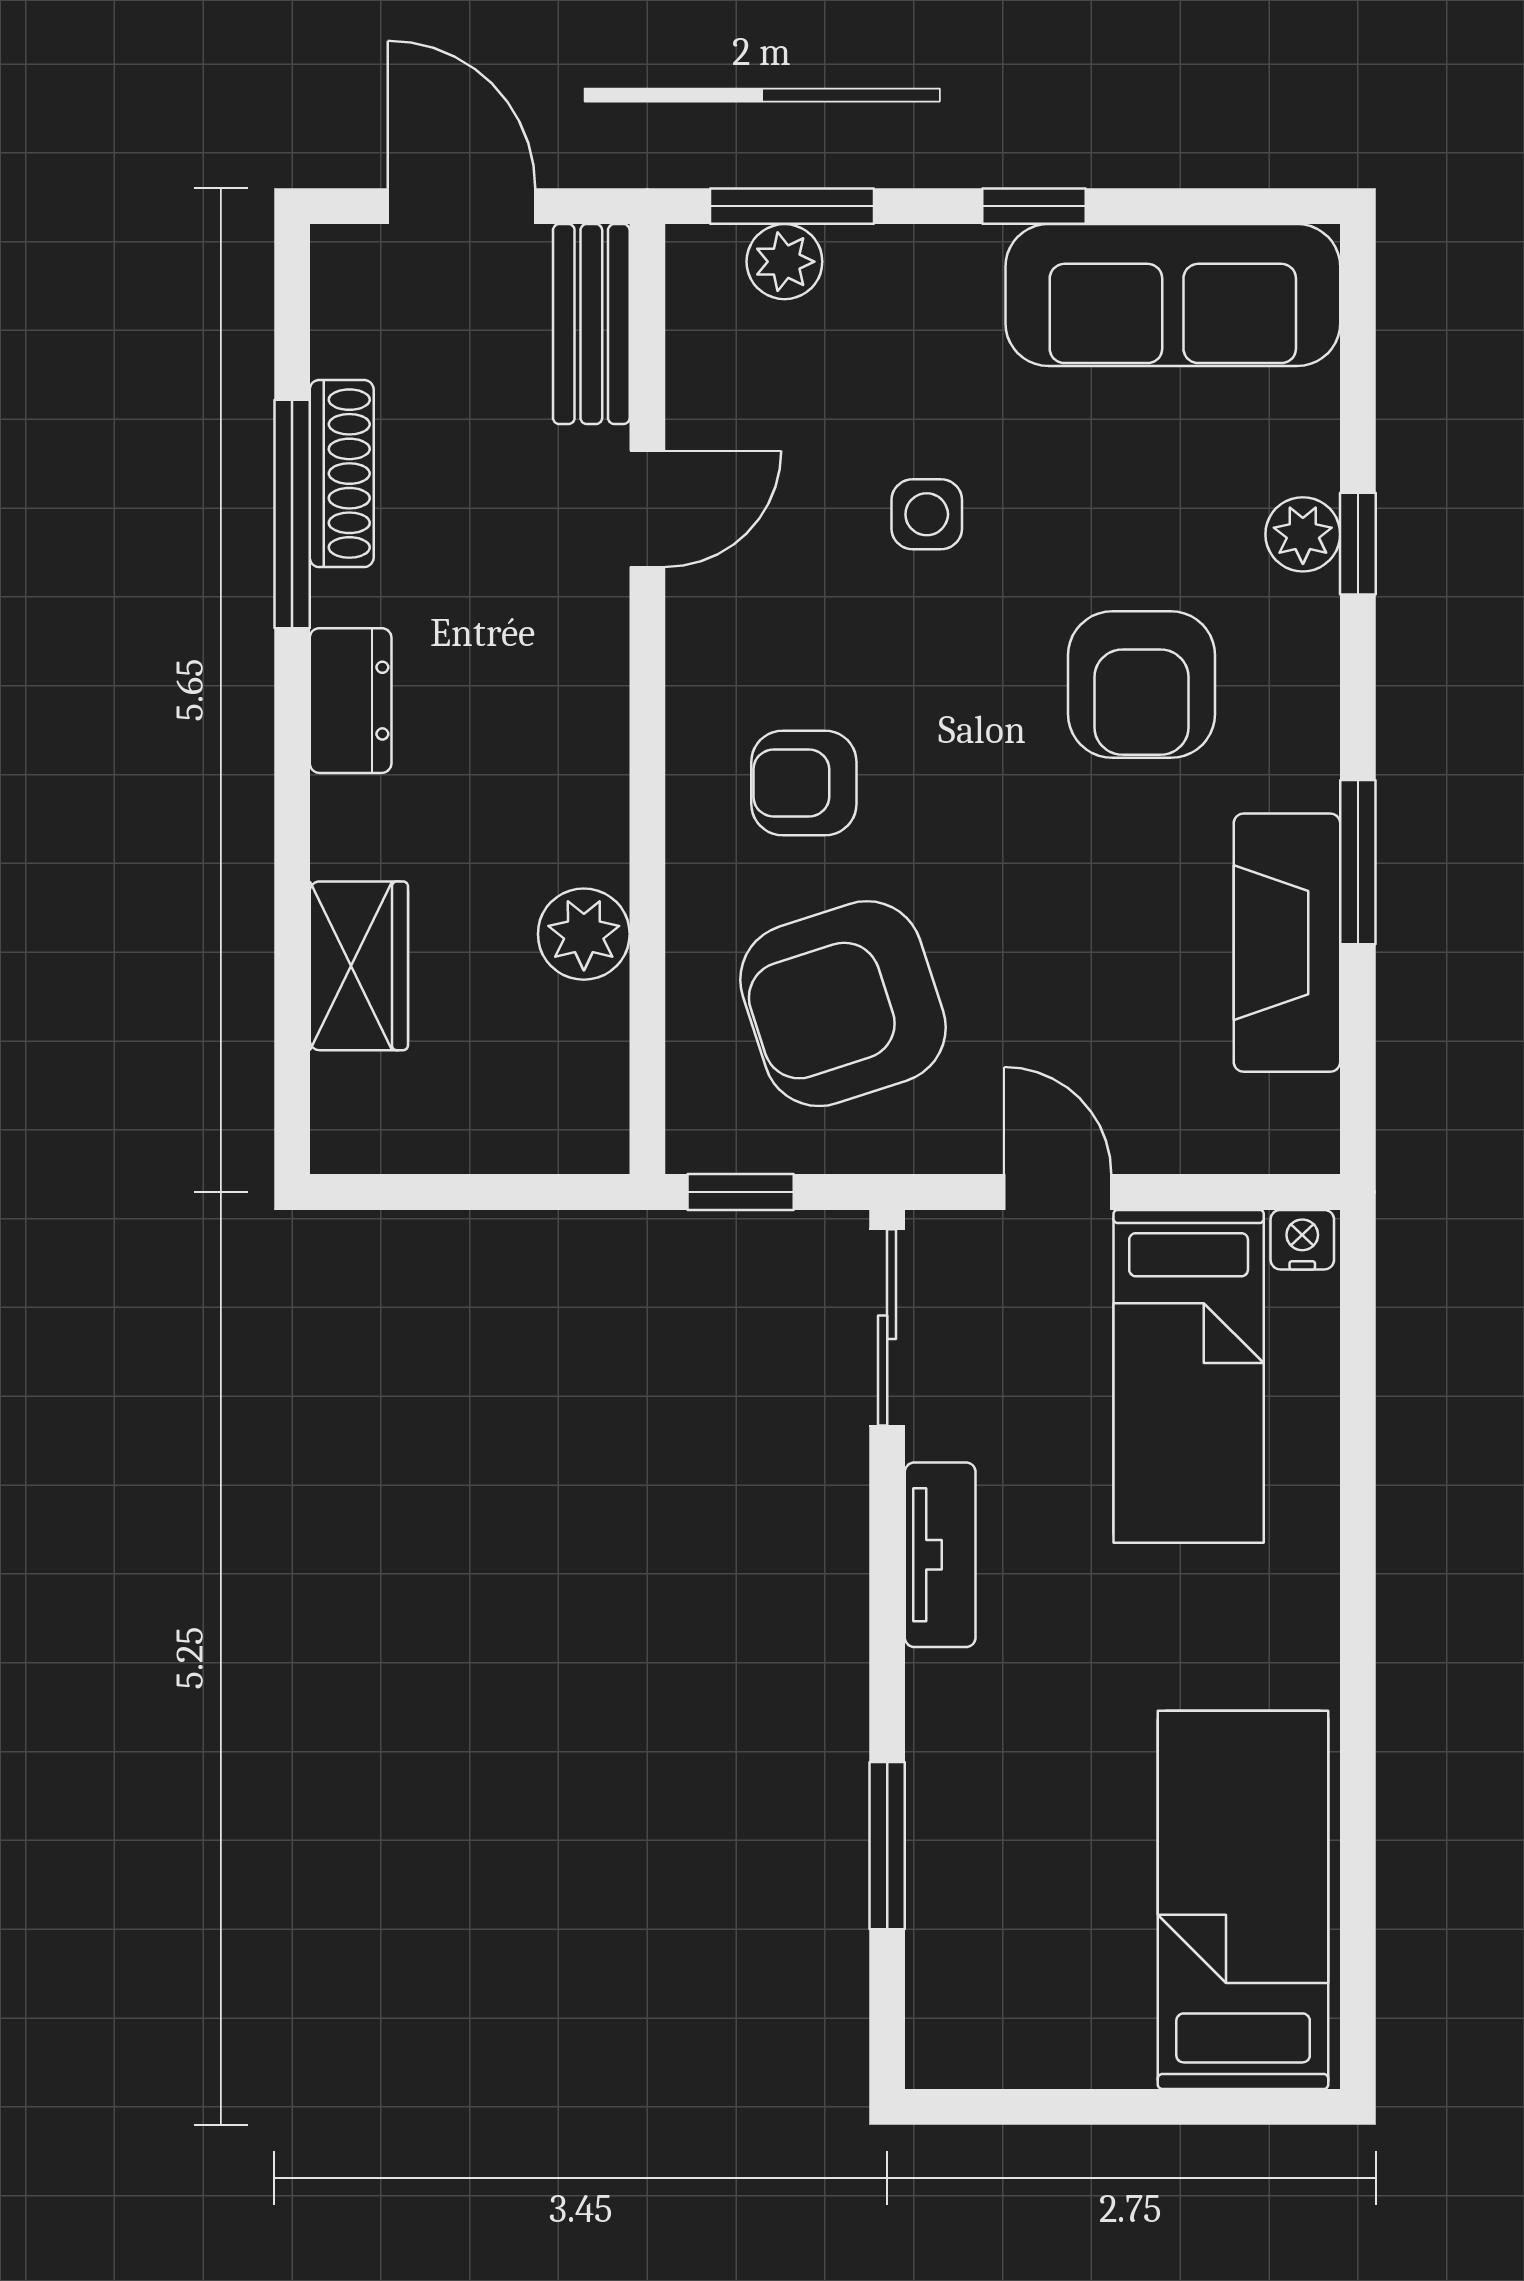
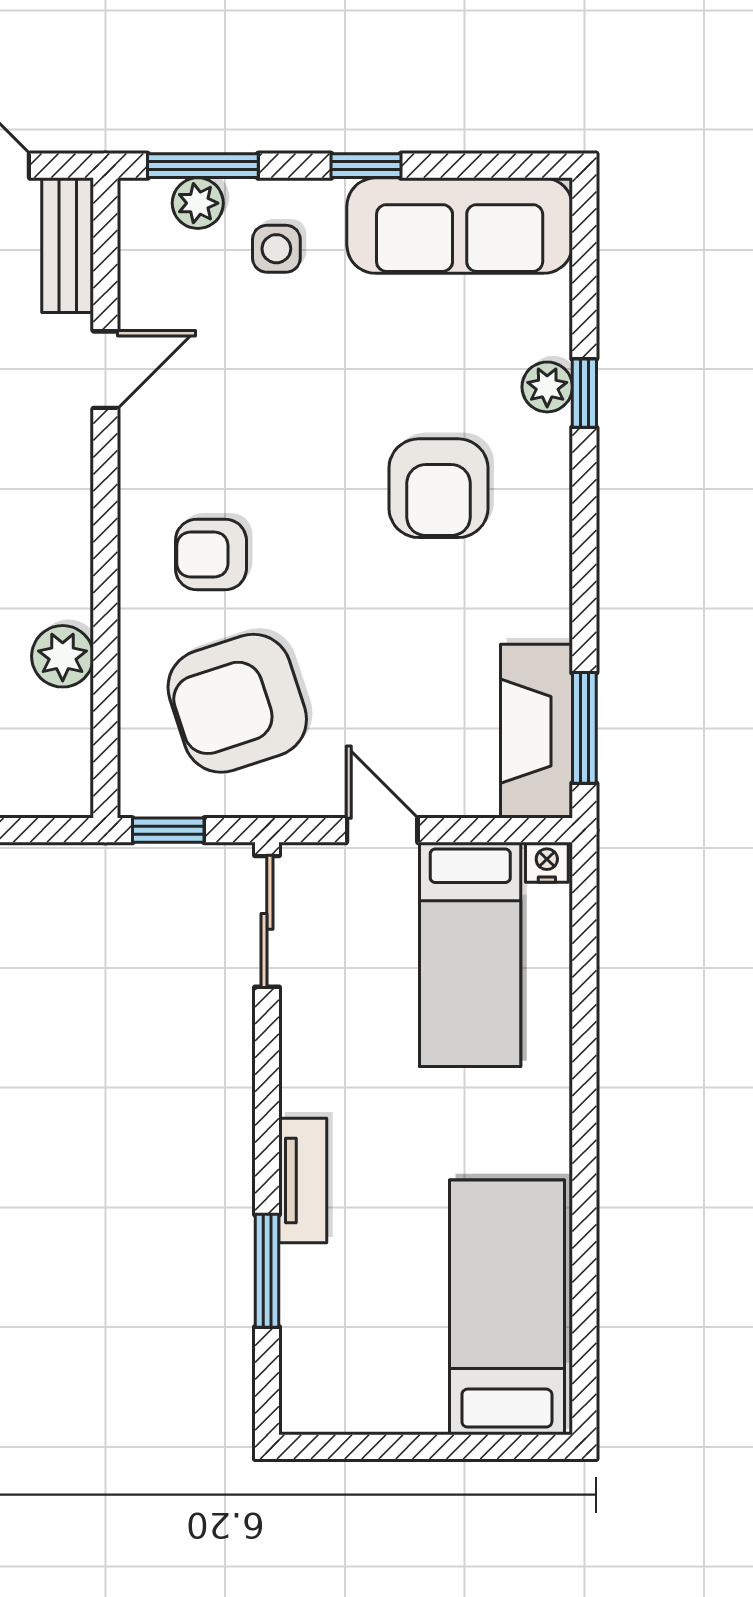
side table: (927, 514) -> (276, 249), moved
window: (1358, 862) -> (584, 728), moved
fireplace: (1287, 943) -> (536, 731), moved
tv unit: (940, 1555) -> (303, 1180), moved

